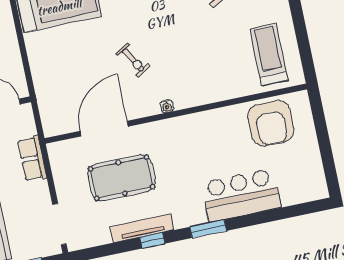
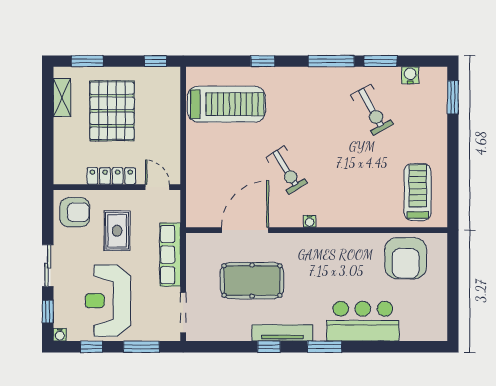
exercise bike: (133, 60) -> (286, 170), width x1.38, depth x1.39
row of seats: (32, 159) -> (170, 255), width x1.48
tv unit: (142, 228) -> (282, 333), moved

